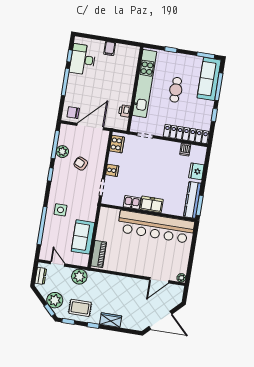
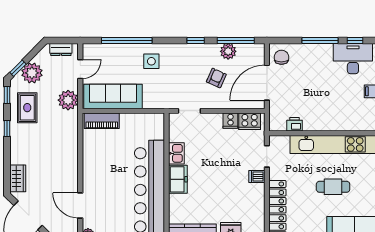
door: (90, 127) -> (267, 83), swing flipped
dishwasher: (185, 150) -> (257, 176), moved
cooker: (112, 170) -> (230, 121), moved
sofa: (83, 237) -> (113, 96), width x1.36
wardrobe: (111, 320) -> (18, 178), moved

